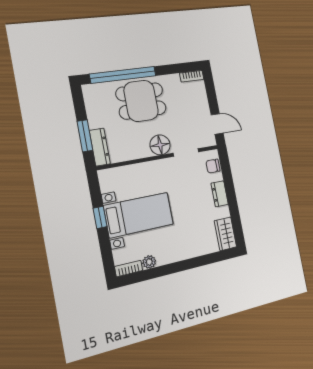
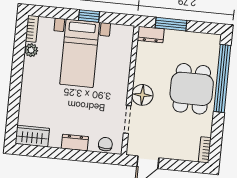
dresser: (100, 147) -> (151, 35), width x0.70

